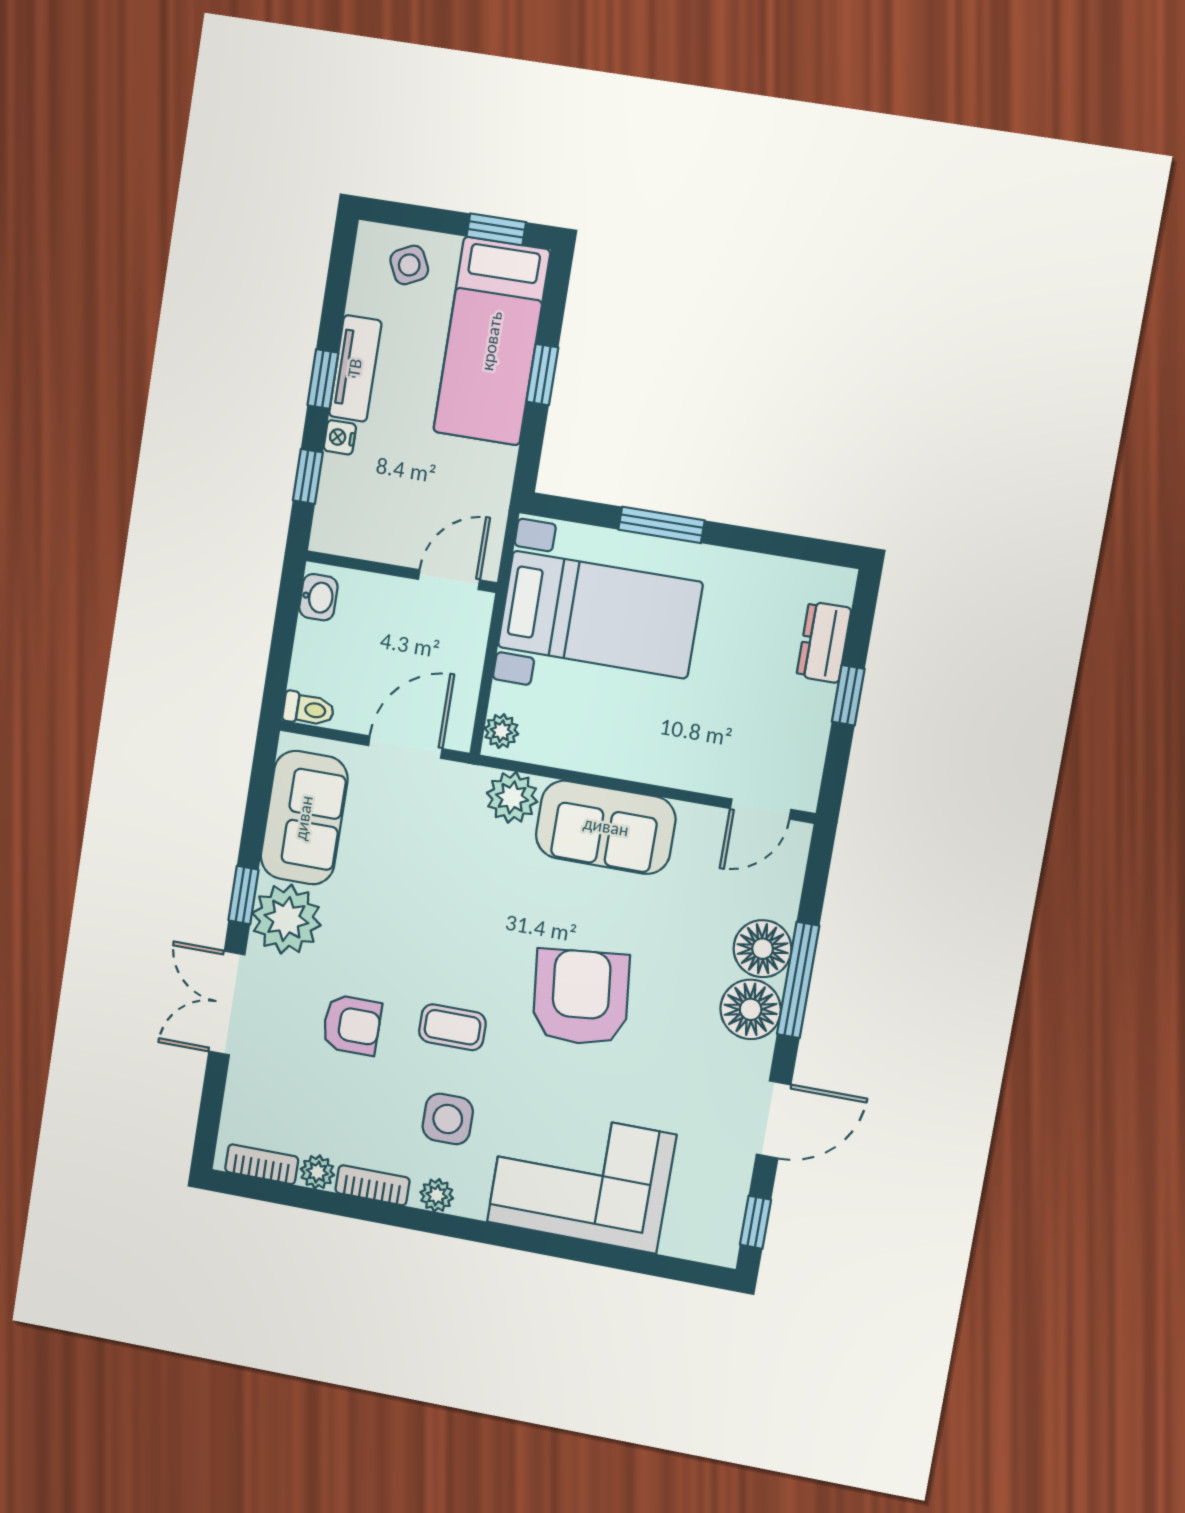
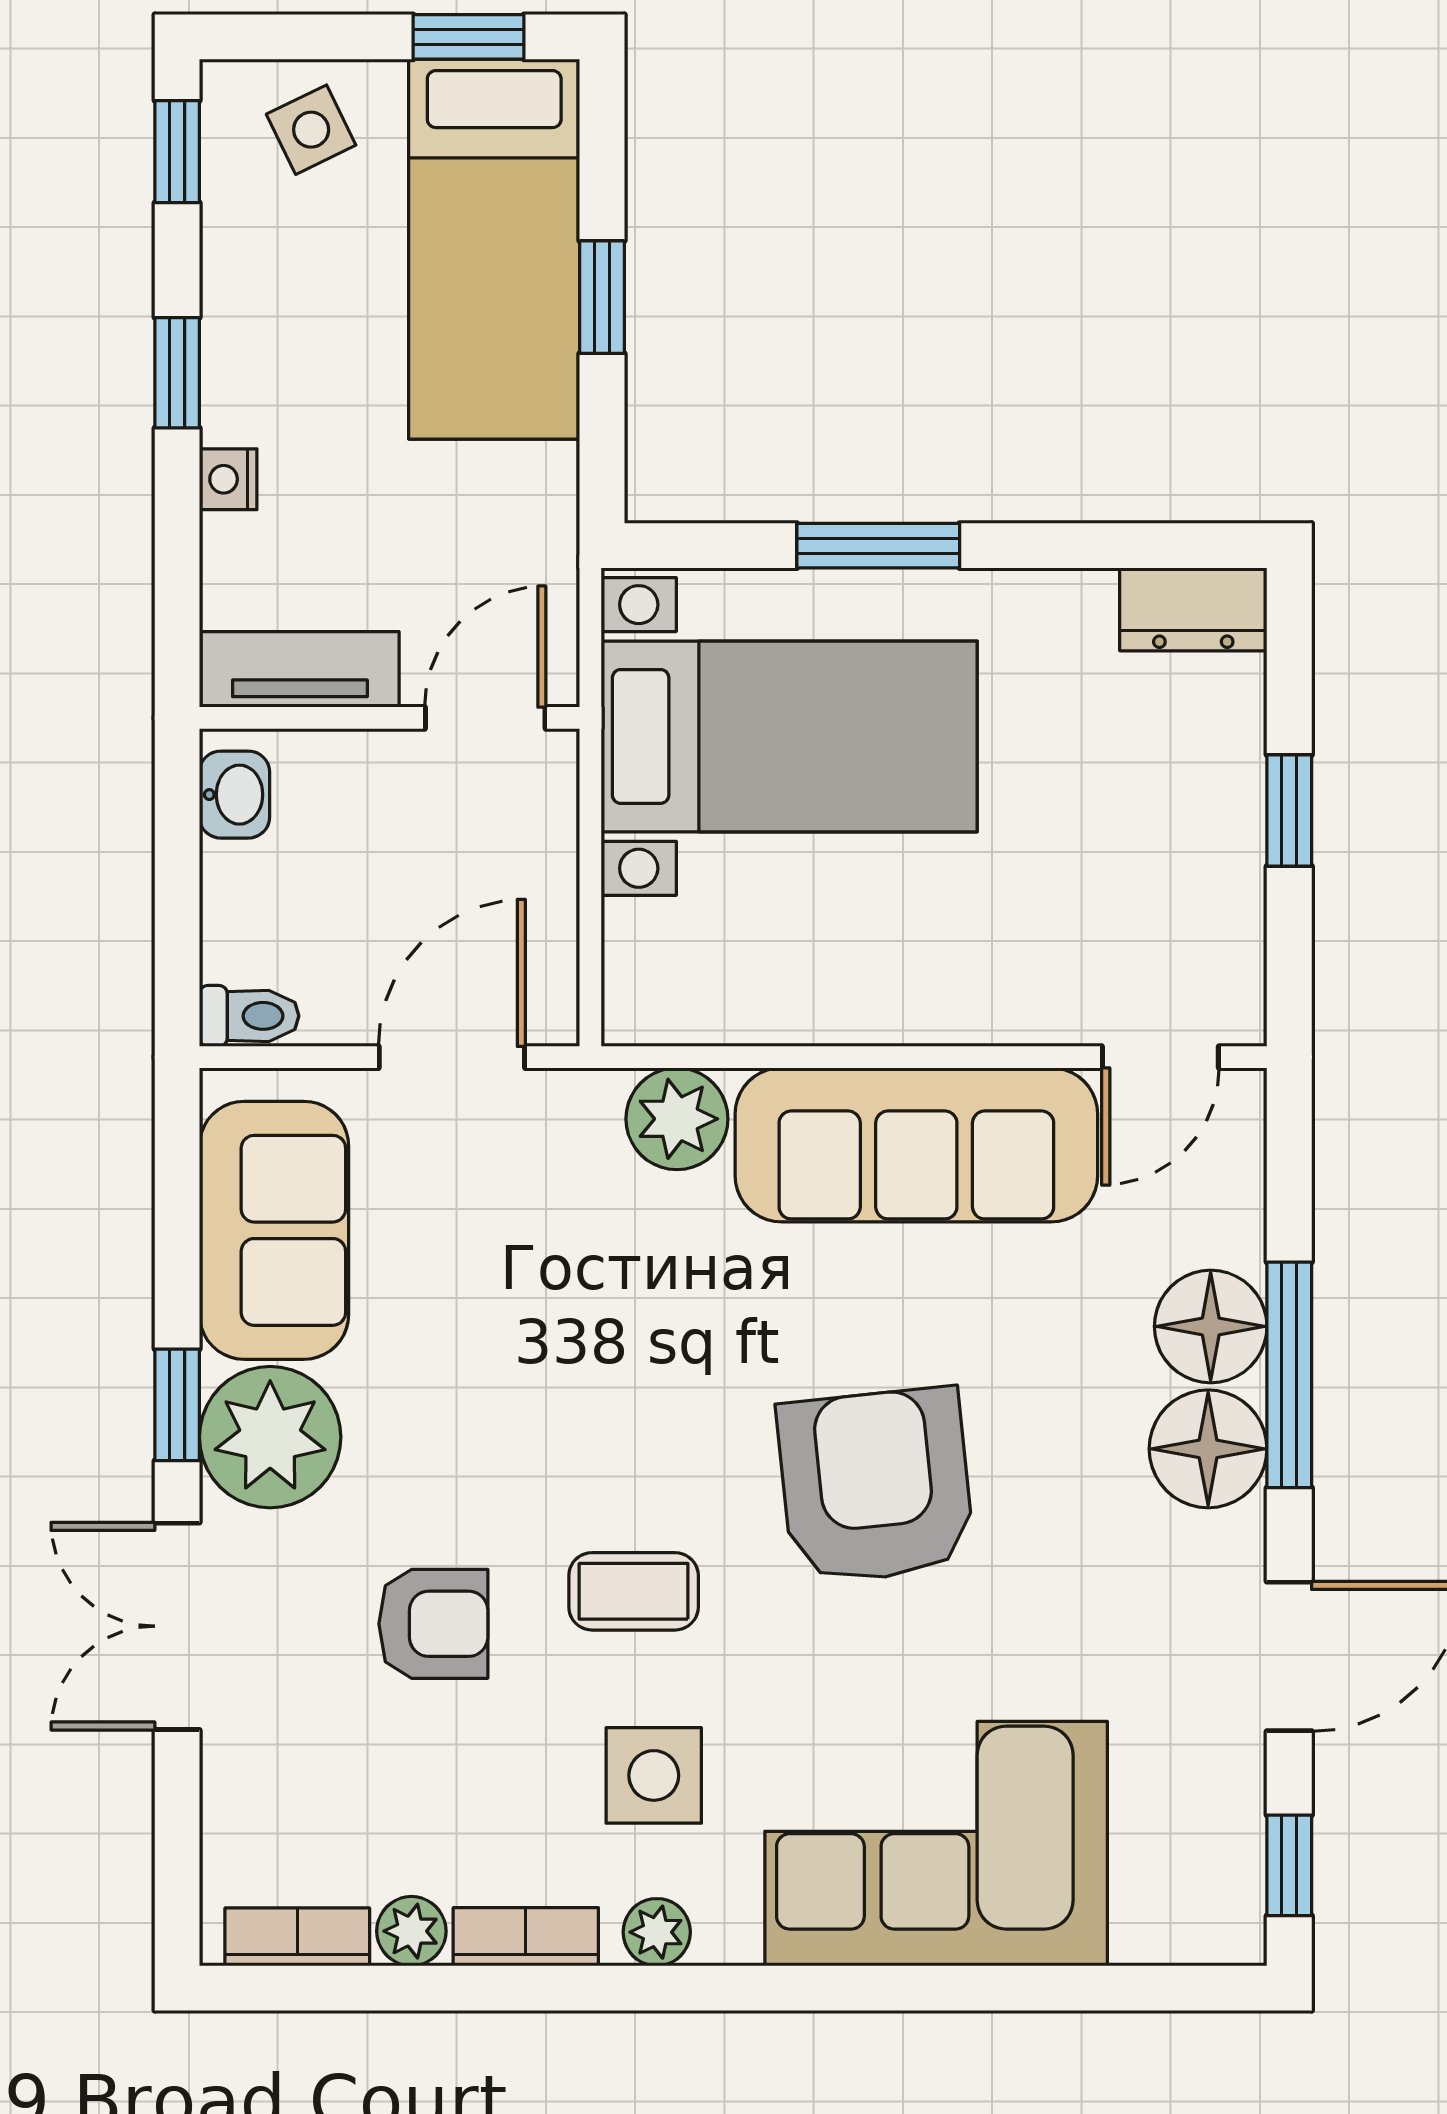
tv unit: (355, 368) -> (300, 669), moved, turned -90
window: (308, 476) -> (177, 152), moved
dresser: (824, 642) -> (1193, 609), moved, turned -90
plant: (501, 731) -> (635, 993), removed
sofa: (606, 827) -> (916, 1145), width x1.36

